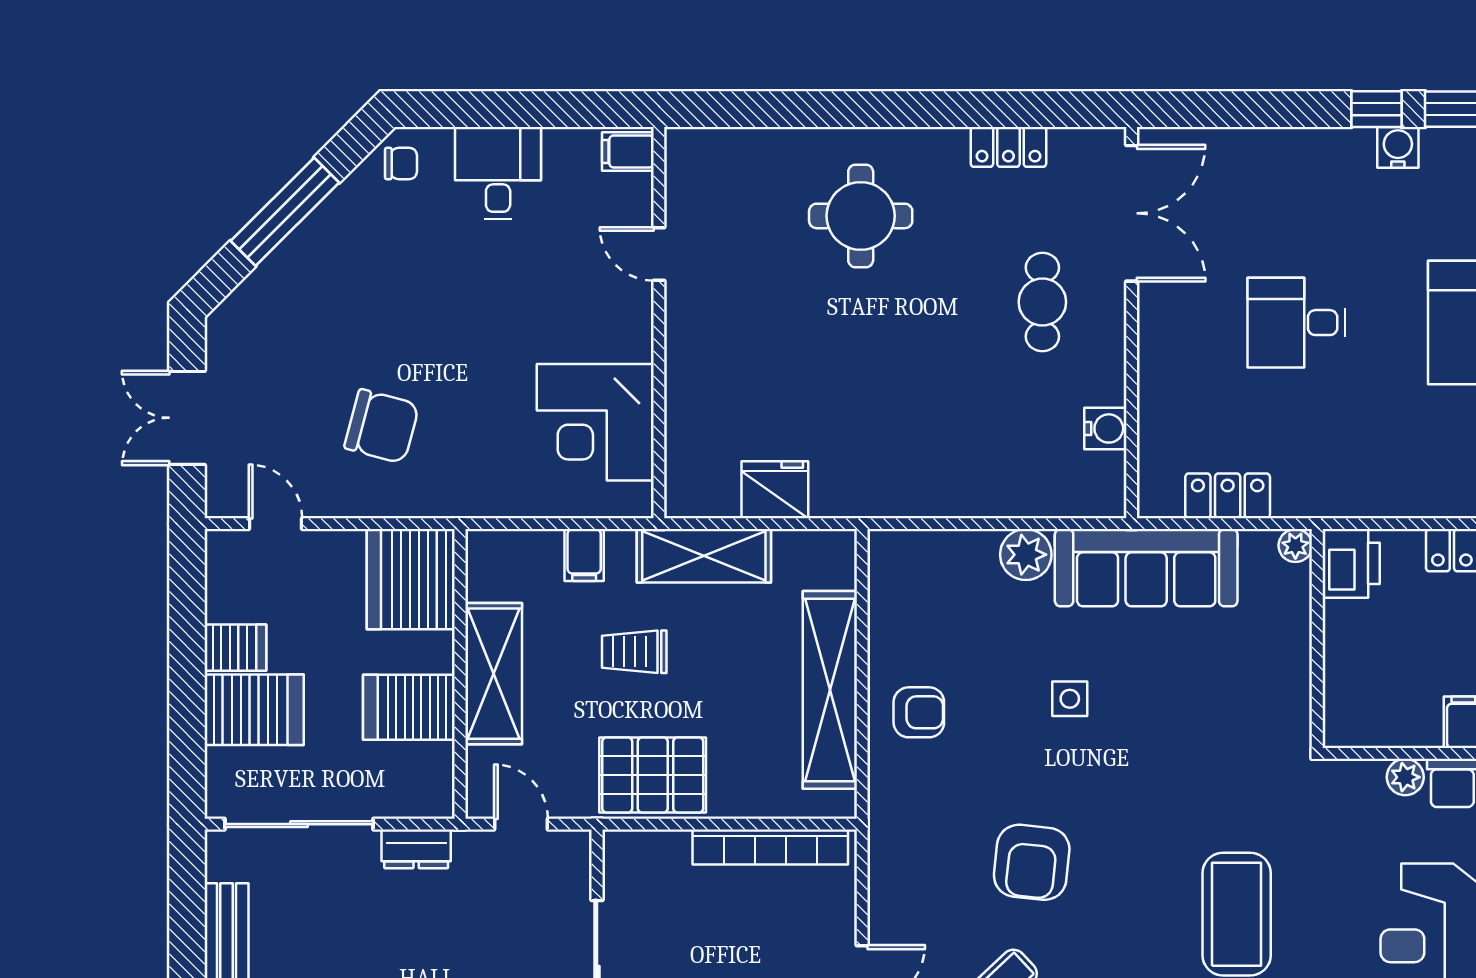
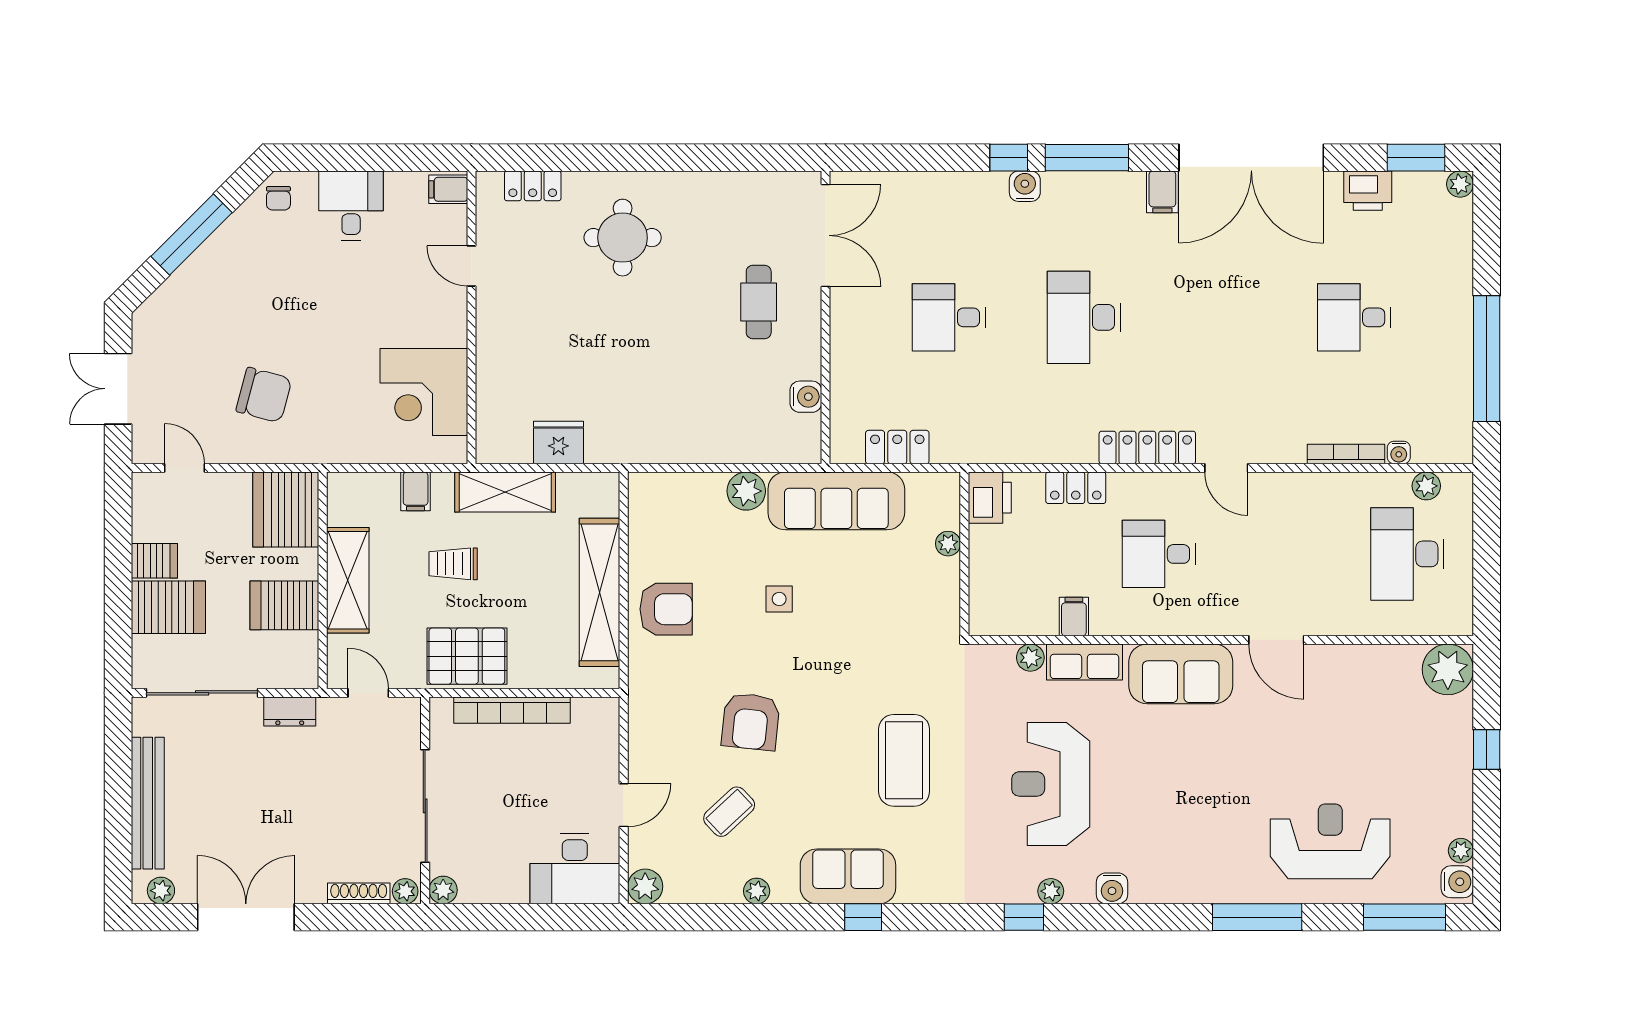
locker: (1008, 147) -> (533, 186), moved
chair: (401, 163) -> (278, 198), turned 90
plant: (1295, 546) -> (948, 544), moved
armchair: (919, 712) -> (666, 609), width x1.38, depth x1.38
bookcase: (770, 847) -> (512, 710), moved

